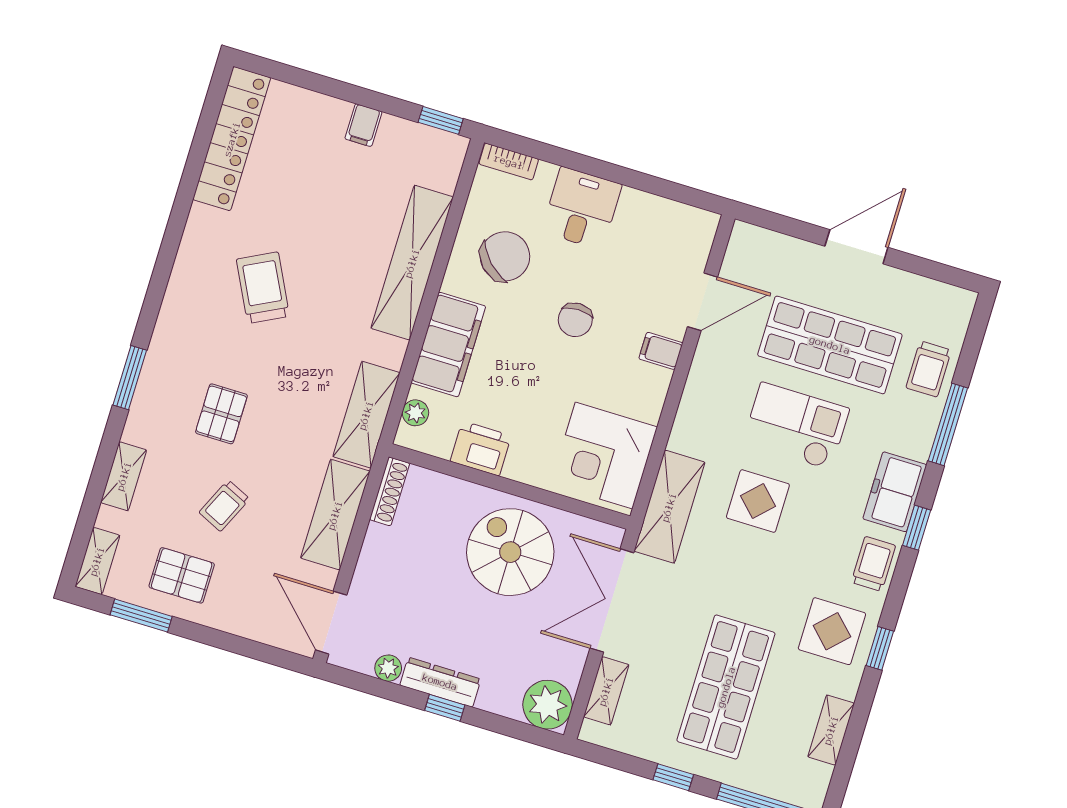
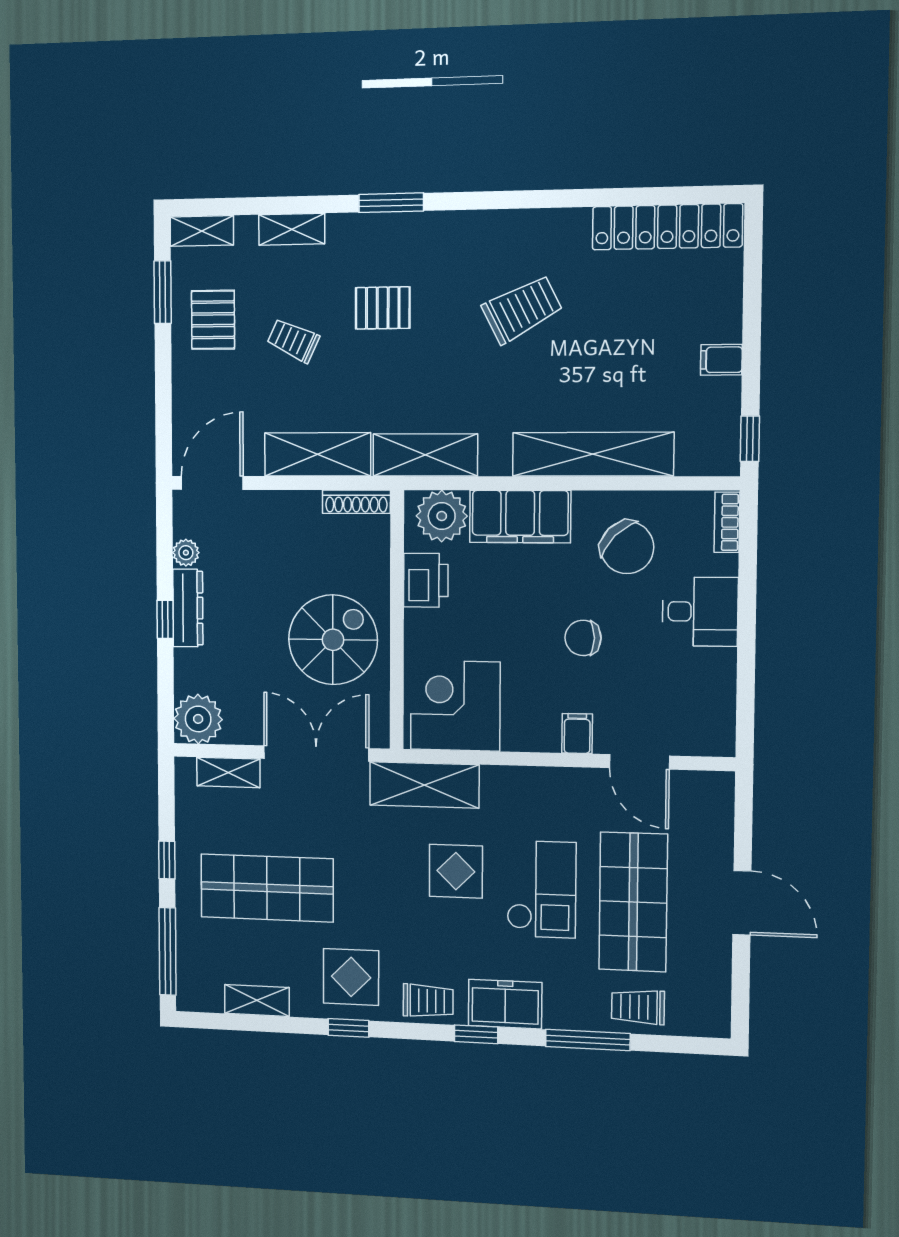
plant: (415, 413) -> (442, 516), width x1.87, depth x1.87

